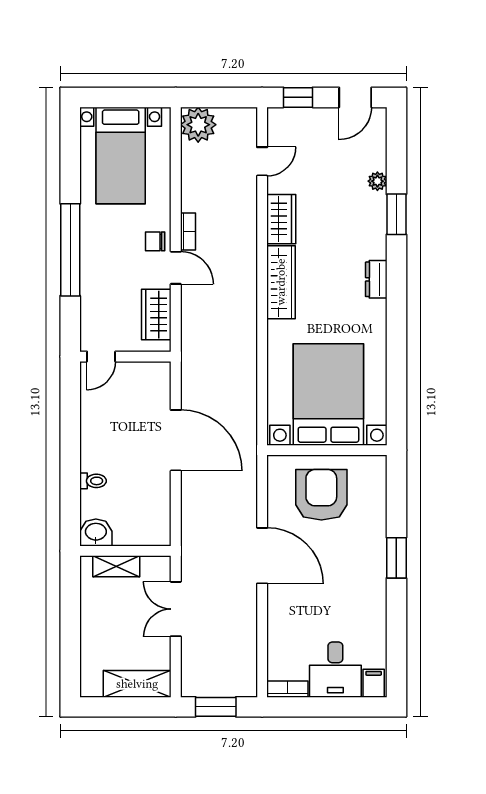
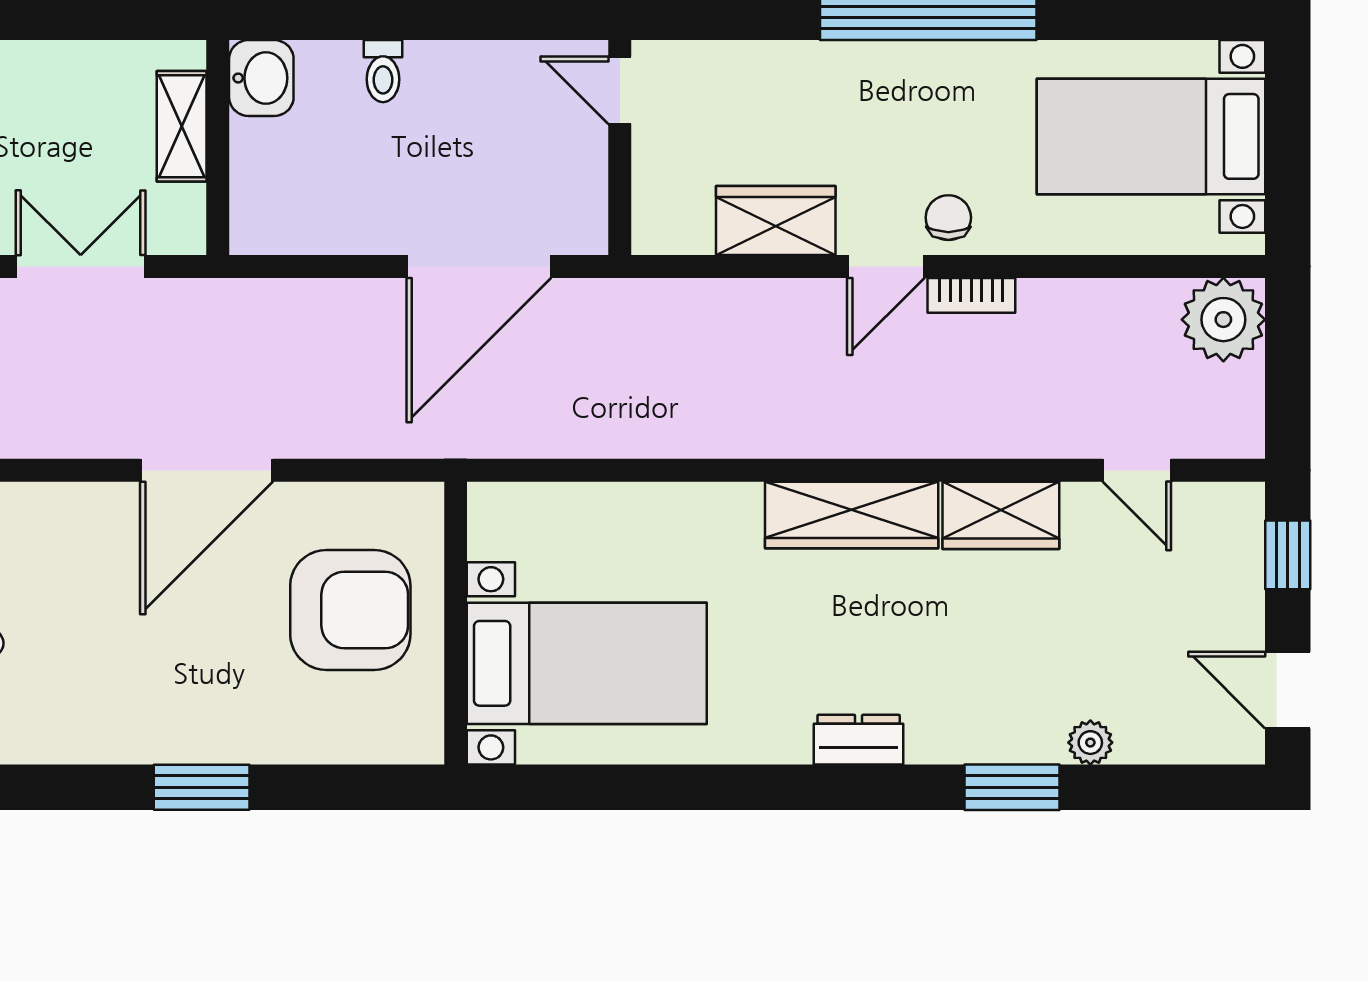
door: (101, 357) -> (620, 90), moved
wall: (125, 357) -> (620, 148), moved
bed with nightstands: (328, 395) -> (587, 663), width x0.73

